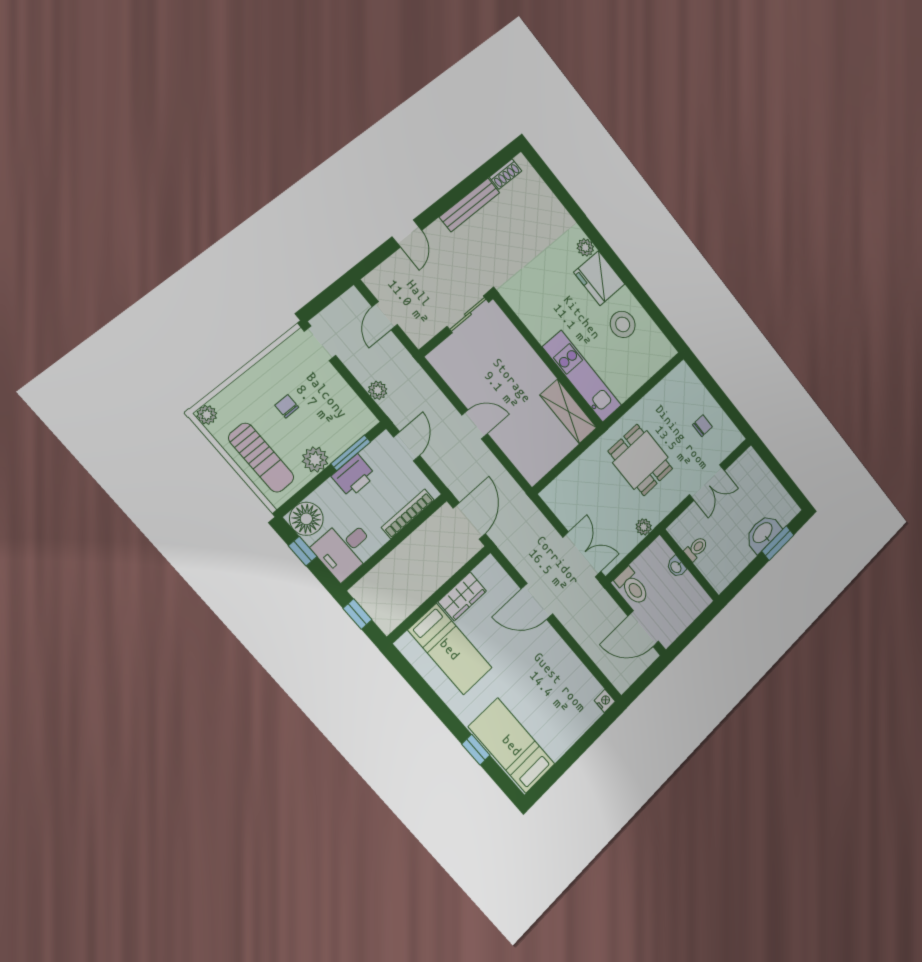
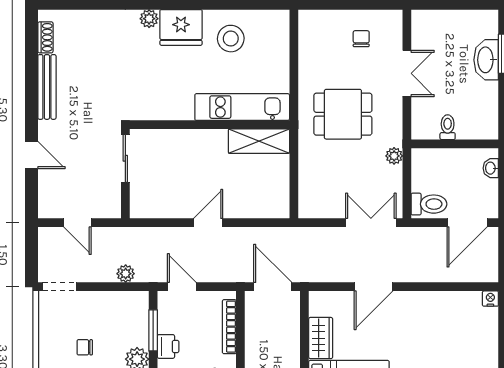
printer: (354, 476) -> (168, 346), width x0.73, depth x0.81
washbasin: (676, 567) -> (491, 168), moved, turned 90

